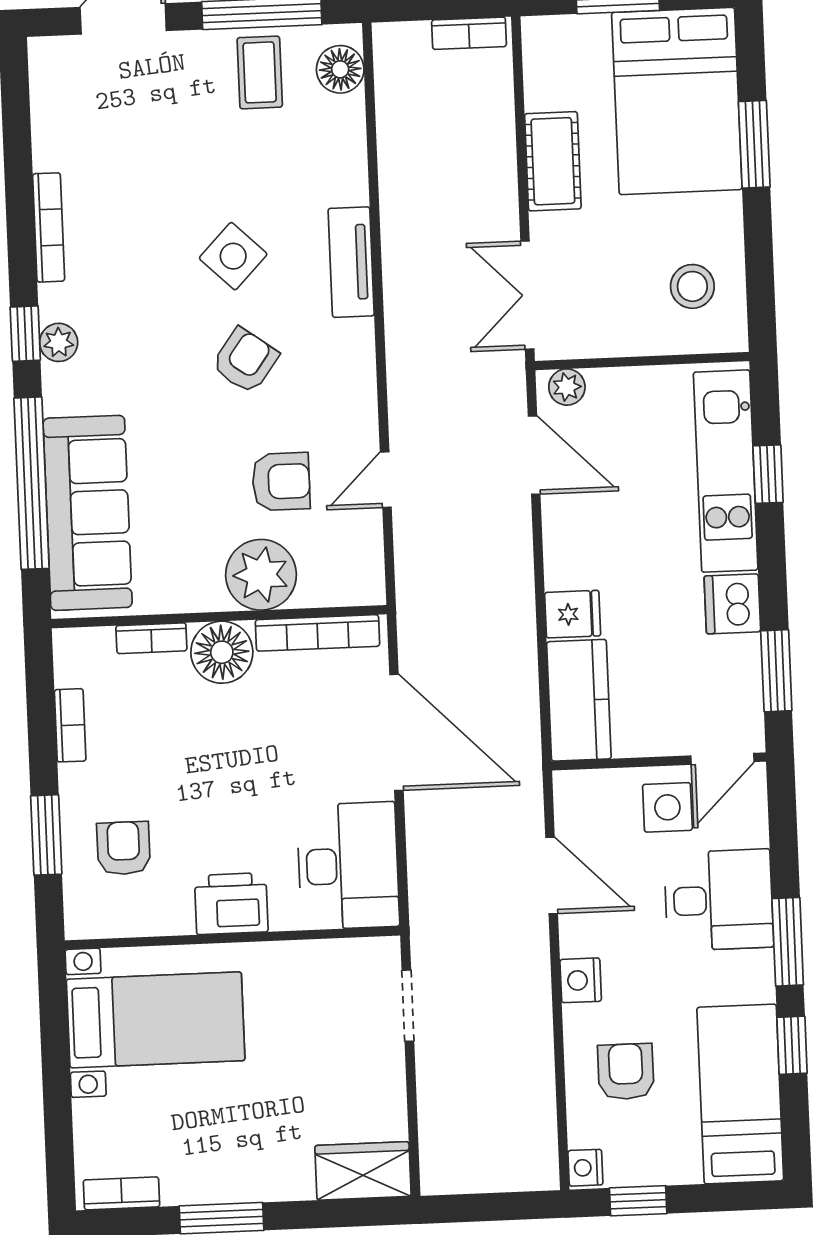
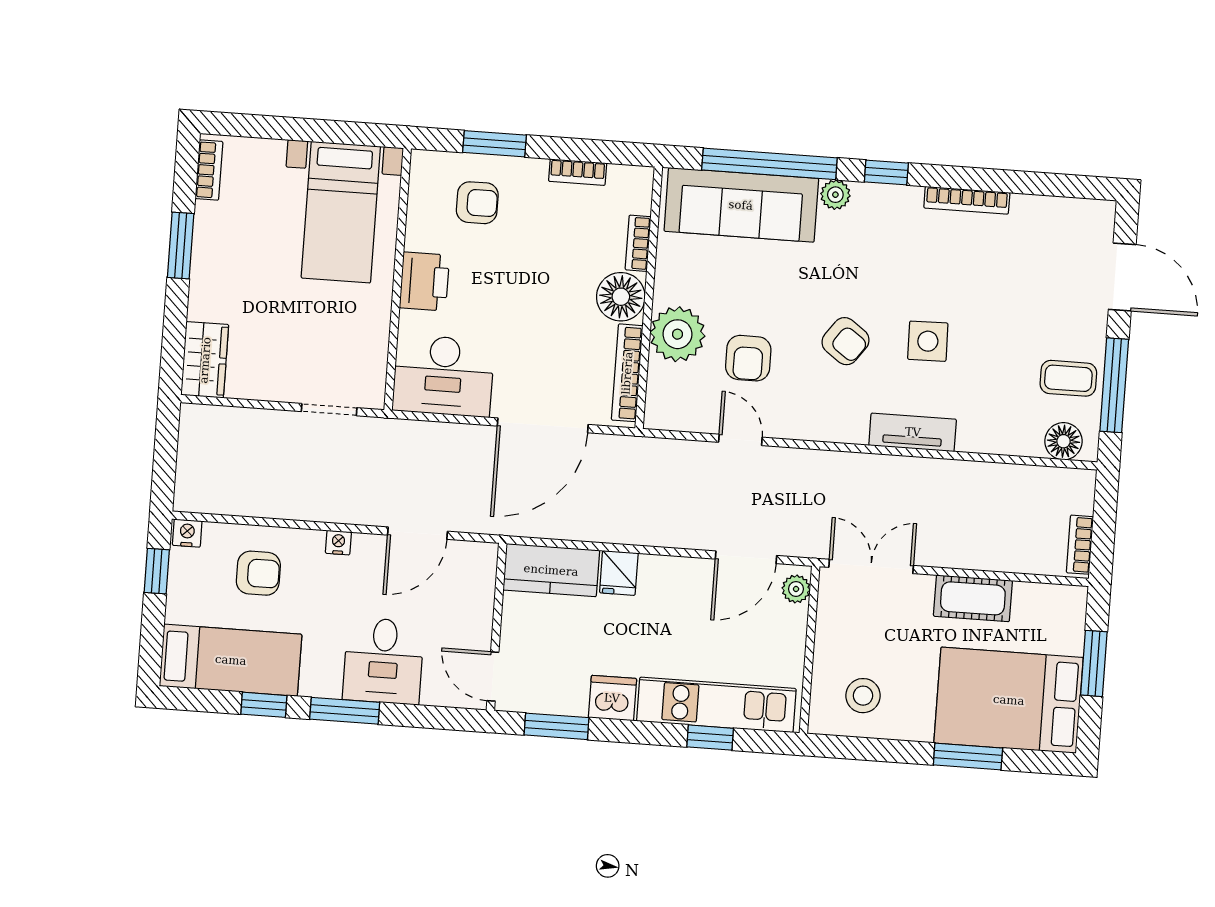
side table: (233, 256) -> (928, 341), turned 45
plant: (59, 342) -> (835, 195), moved
side table: (667, 807) -> (460, 629), removed
nightstand: (581, 980) -> (338, 543), width x0.72, depth x0.74

